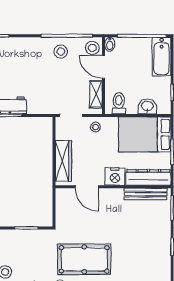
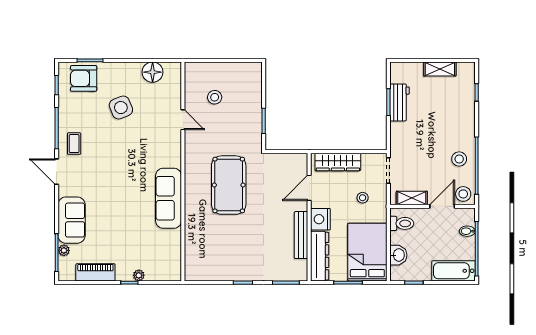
bidet: (110, 44) -> (467, 231), moved
stool: (95, 127) -> (363, 198), moved
bench: (146, 194) -> (301, 235), moved

